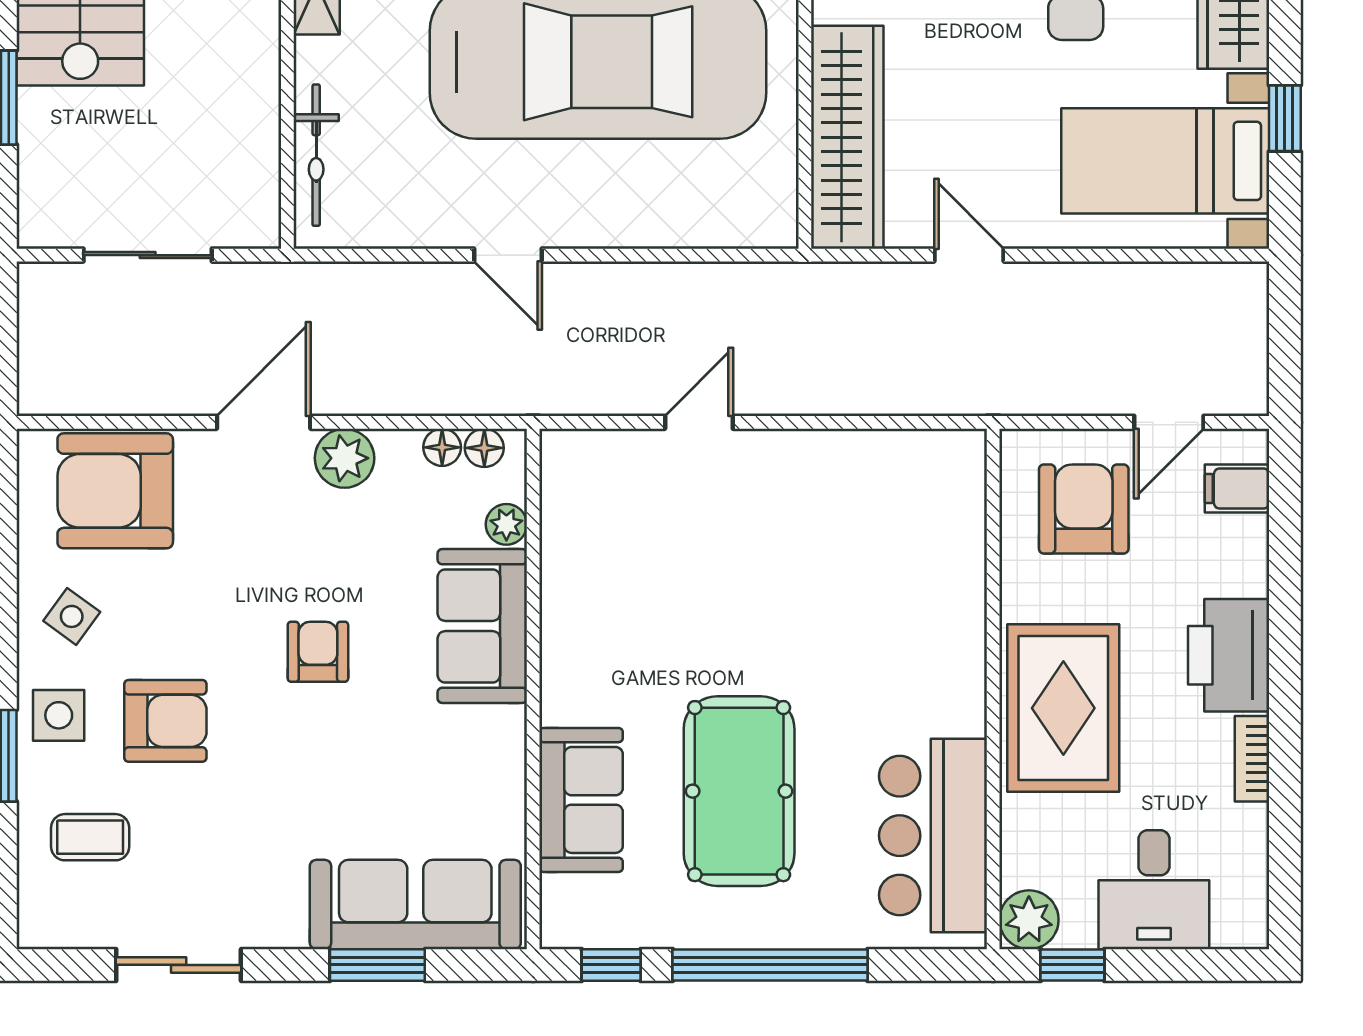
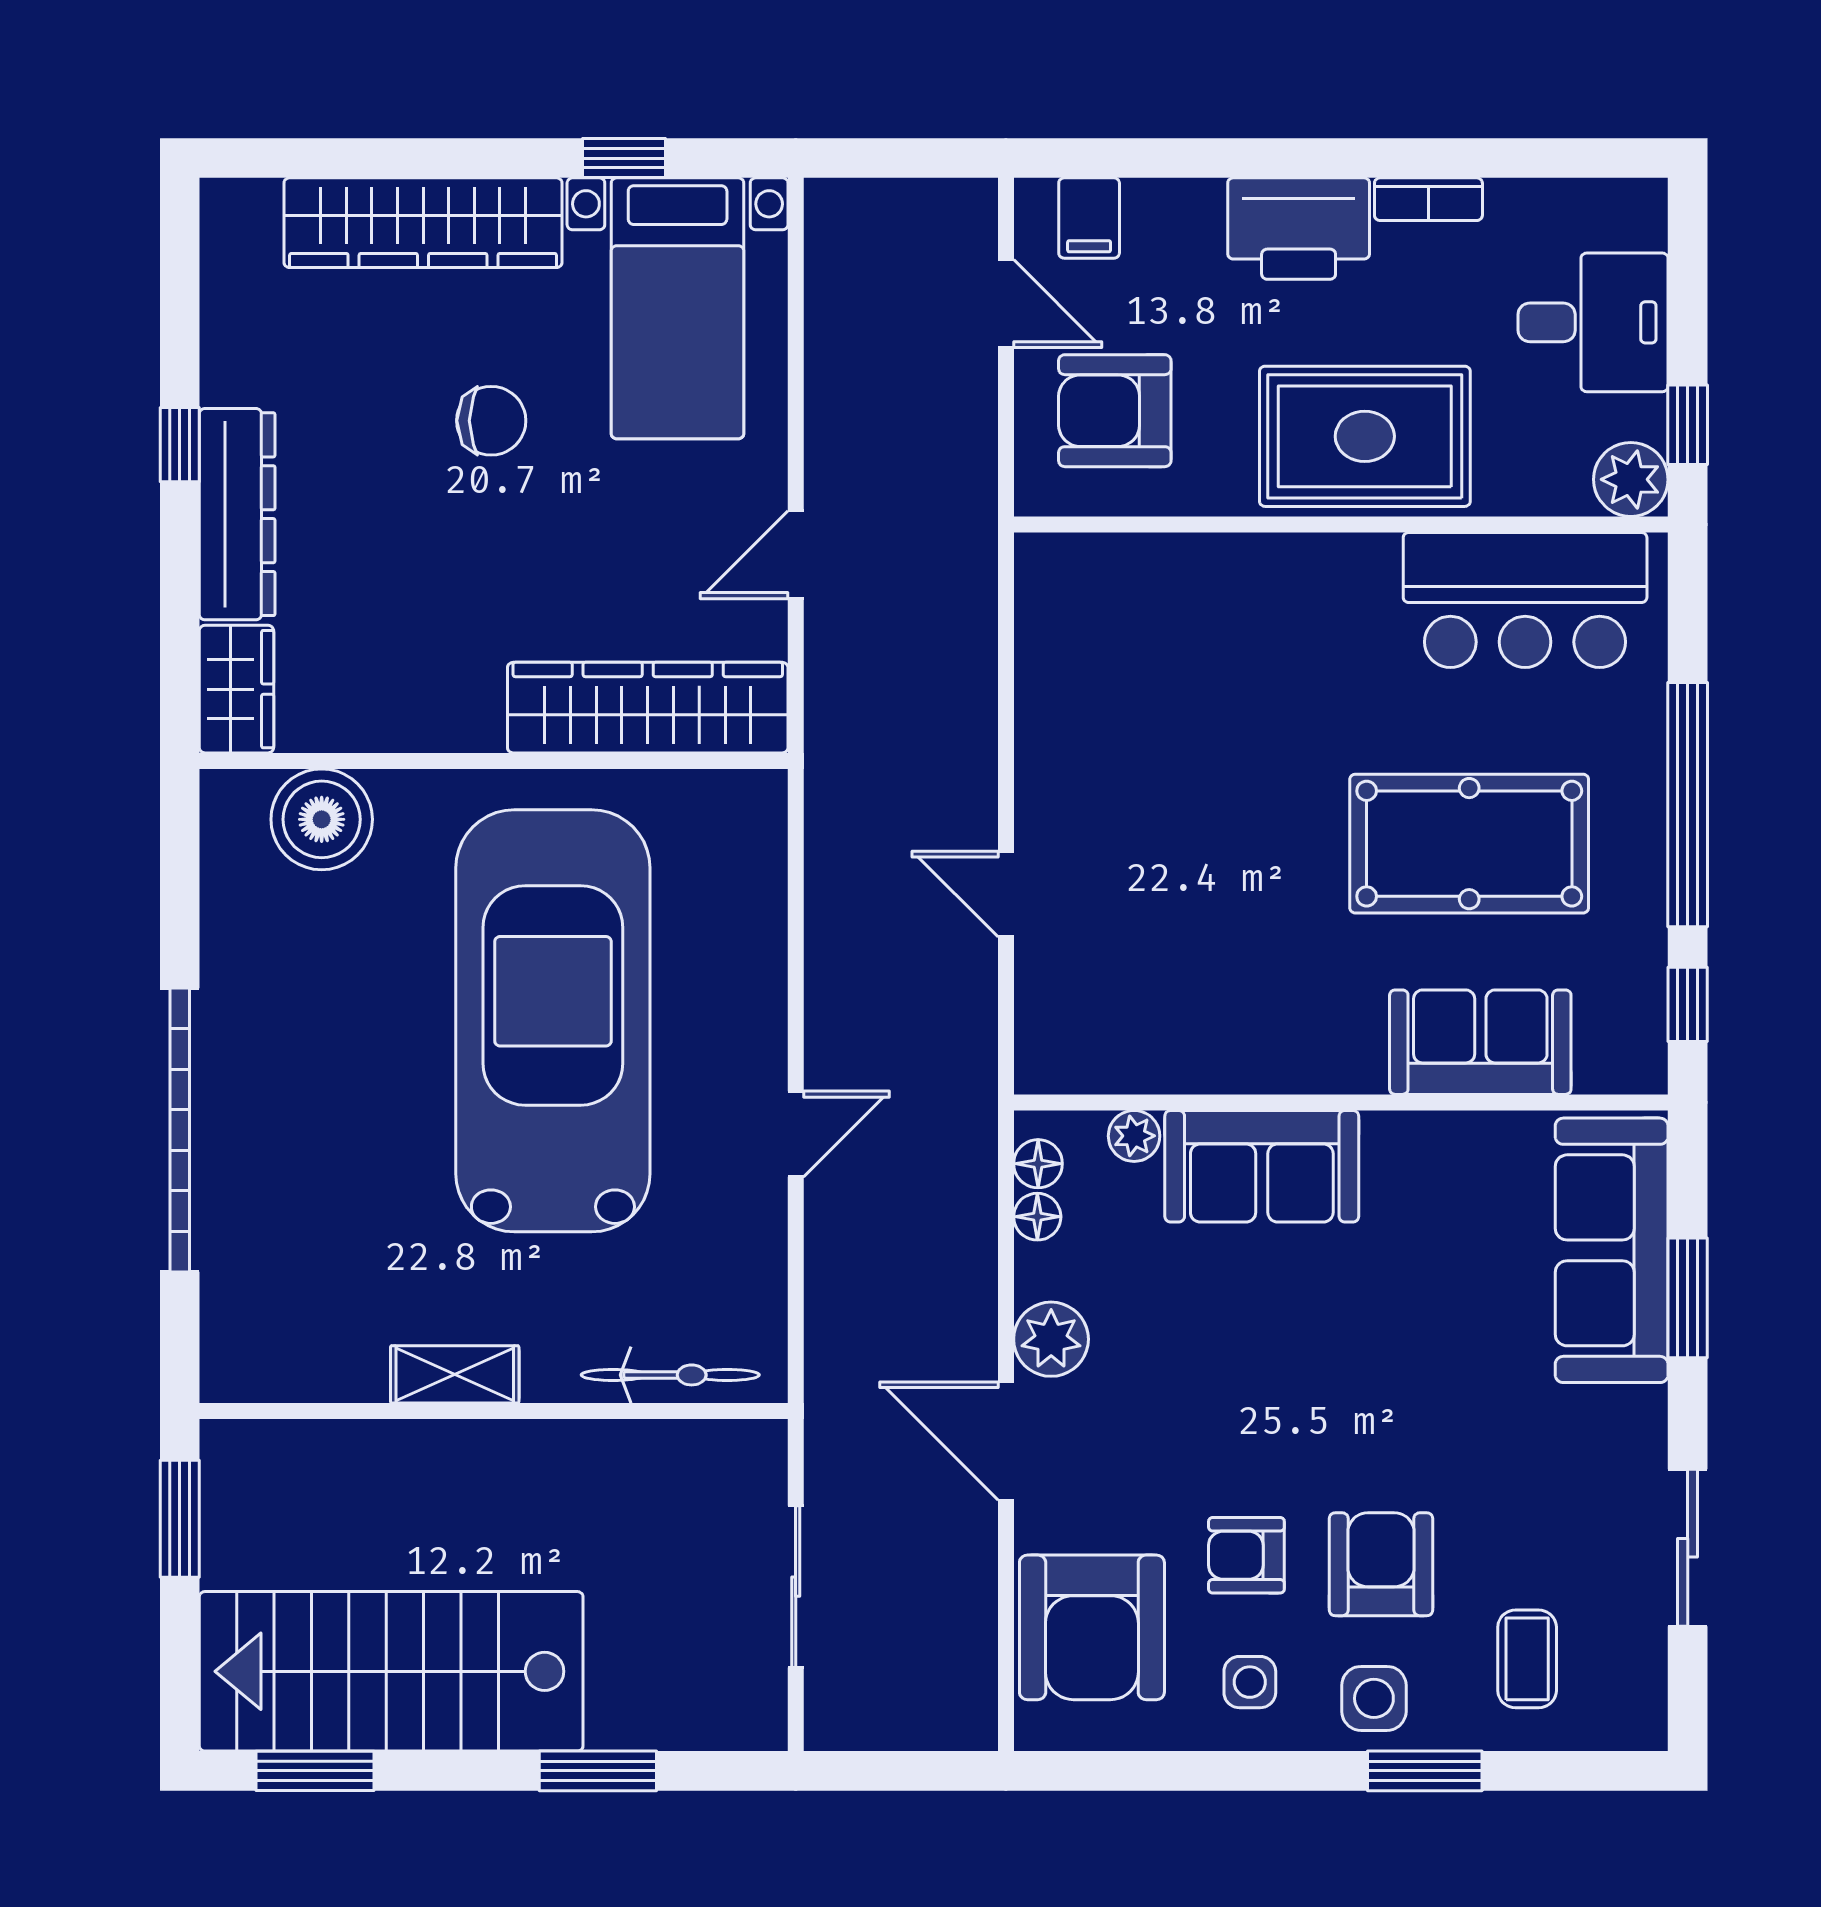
side table: (72, 616) -> (1250, 1682), turned -36
armchair: (318, 652) -> (1246, 1555), moved

